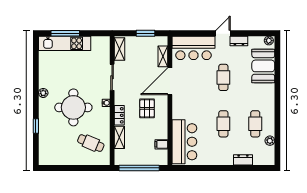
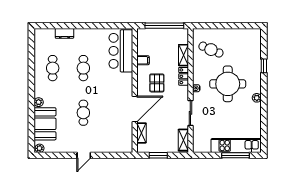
dresser: (239, 41) -> (68, 148), removed
bar counter: (193, 48) -> (112, 141), removed
plant: (270, 141) -> (39, 102), moved
filing cabinet: (161, 144) -> (143, 60), moved

